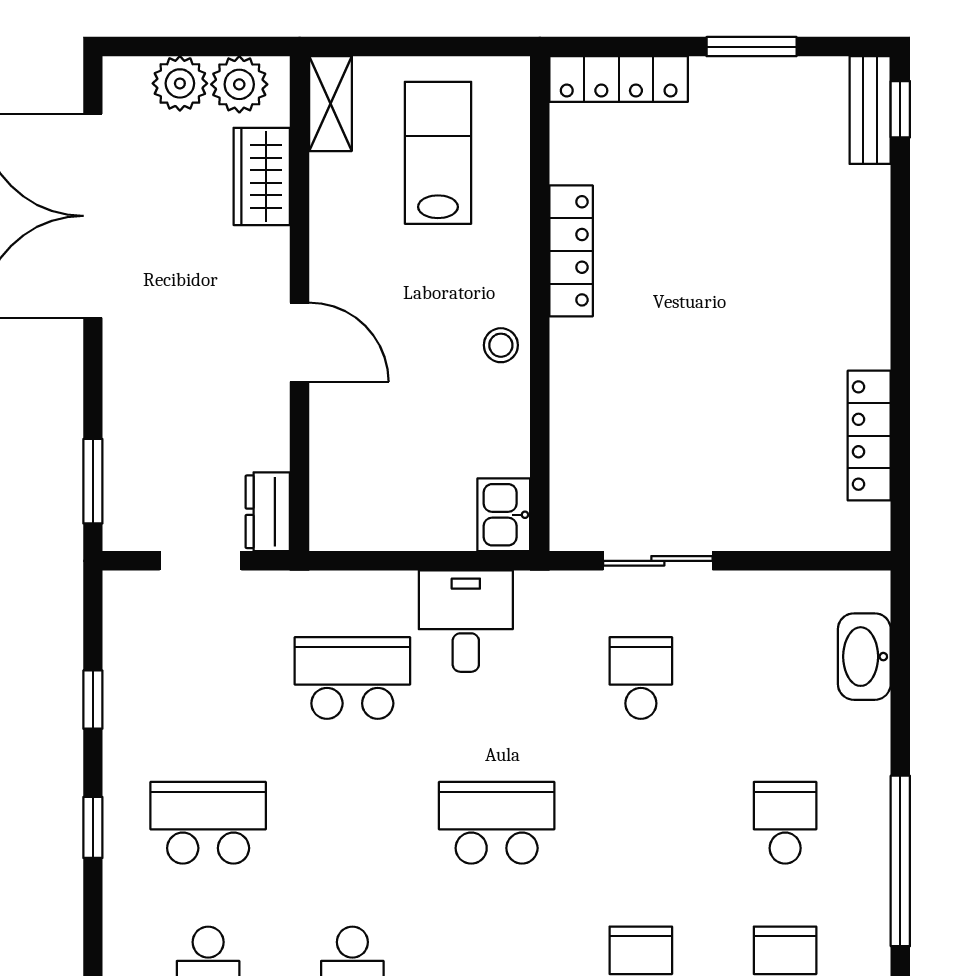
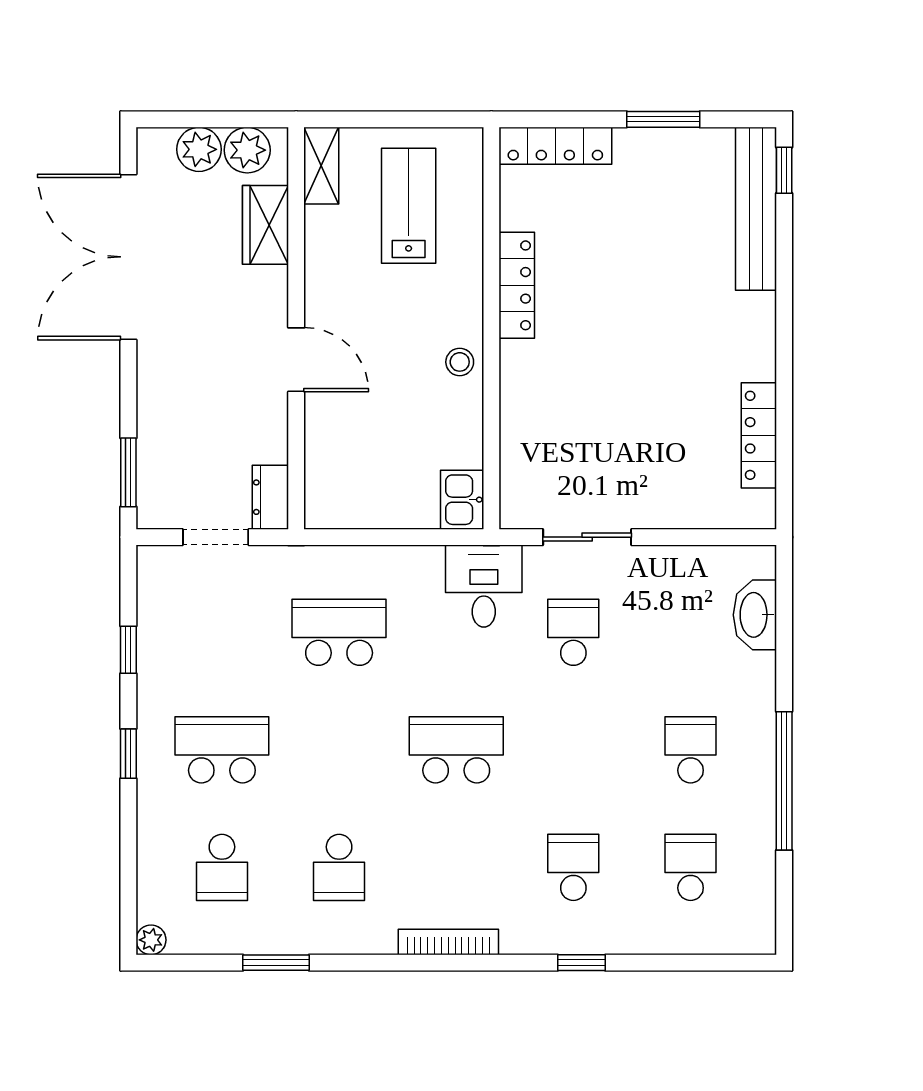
bench: (870, 110) -> (756, 209), width x1.86, depth x1.21
desk: (466, 621) -> (484, 586), moved

